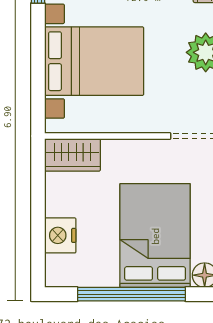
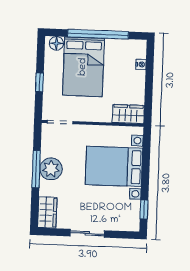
nightstand: (60, 235) -> (141, 64), width x0.53, depth x0.56

